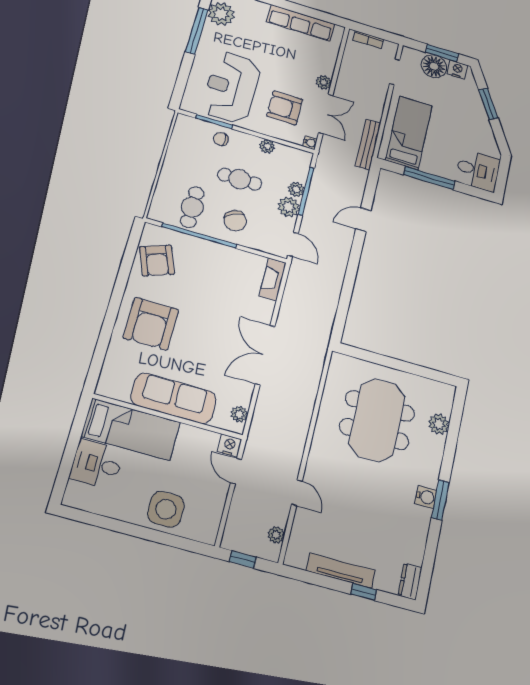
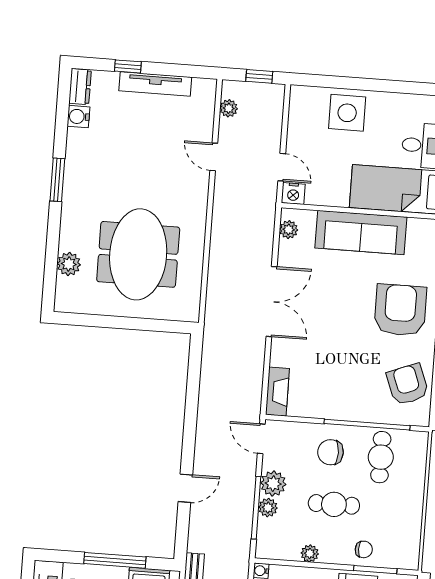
chair: (235, 221) -> (330, 452), turned -63
water cooler: (426, 497) -> (78, 117), moved

